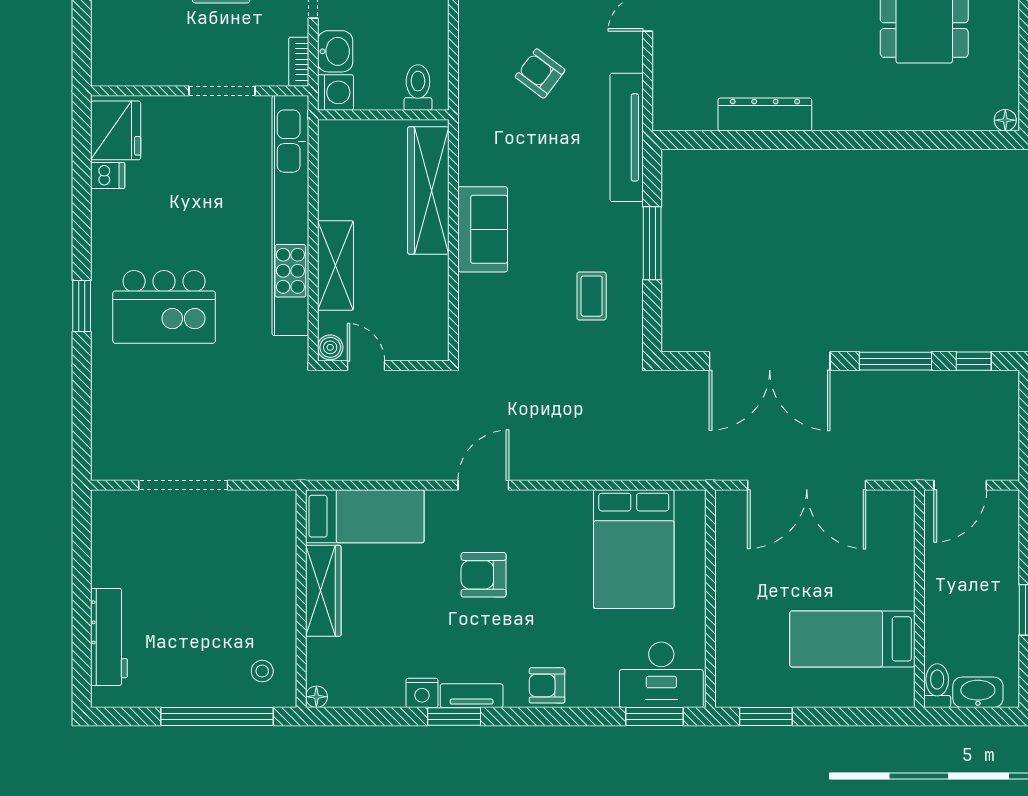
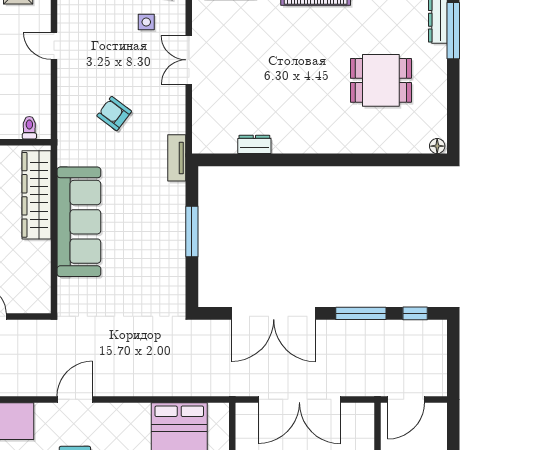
toilet: (418, 87) -> (29, 128), width x0.73, depth x0.72
dresser: (765, 115) -> (254, 144), width x0.51, depth x0.80
tv unit: (627, 137) -> (177, 158), width x0.52, depth x0.78
sofa: (483, 229) -> (79, 222), width x1.85, depth x1.27
coffee table: (592, 296) -> (150, 268), removed

